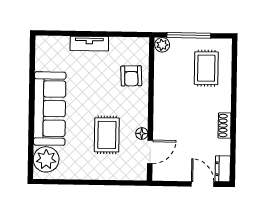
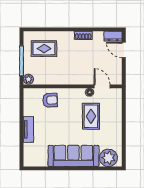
rug: (107, 135) -> (91, 116), turned 90
door: (203, 184) -> (124, 50), hinge flipped

